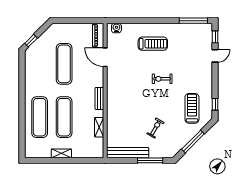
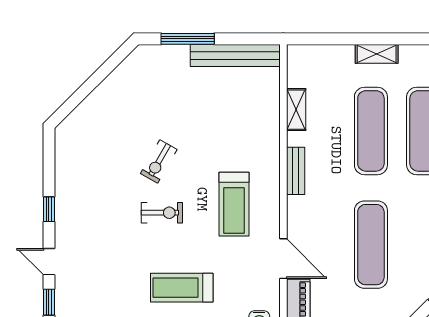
door: (215, 56) -> (49, 262), hinge flipped
window: (215, 104) -> (49, 209), moved
treadmill: (192, 108) -> (234, 204), moved
exercise bike: (155, 128) -> (159, 162), moved
window: (193, 142) -> (96, 79), removed

